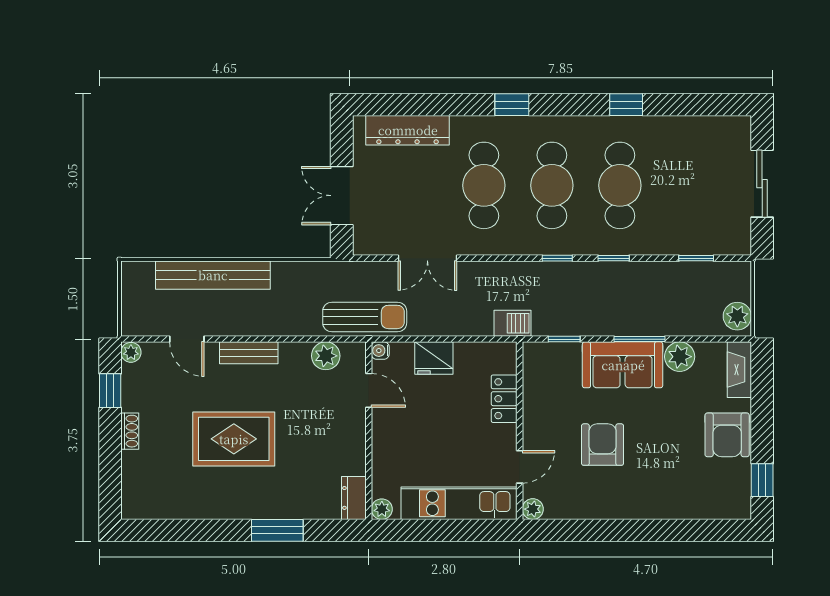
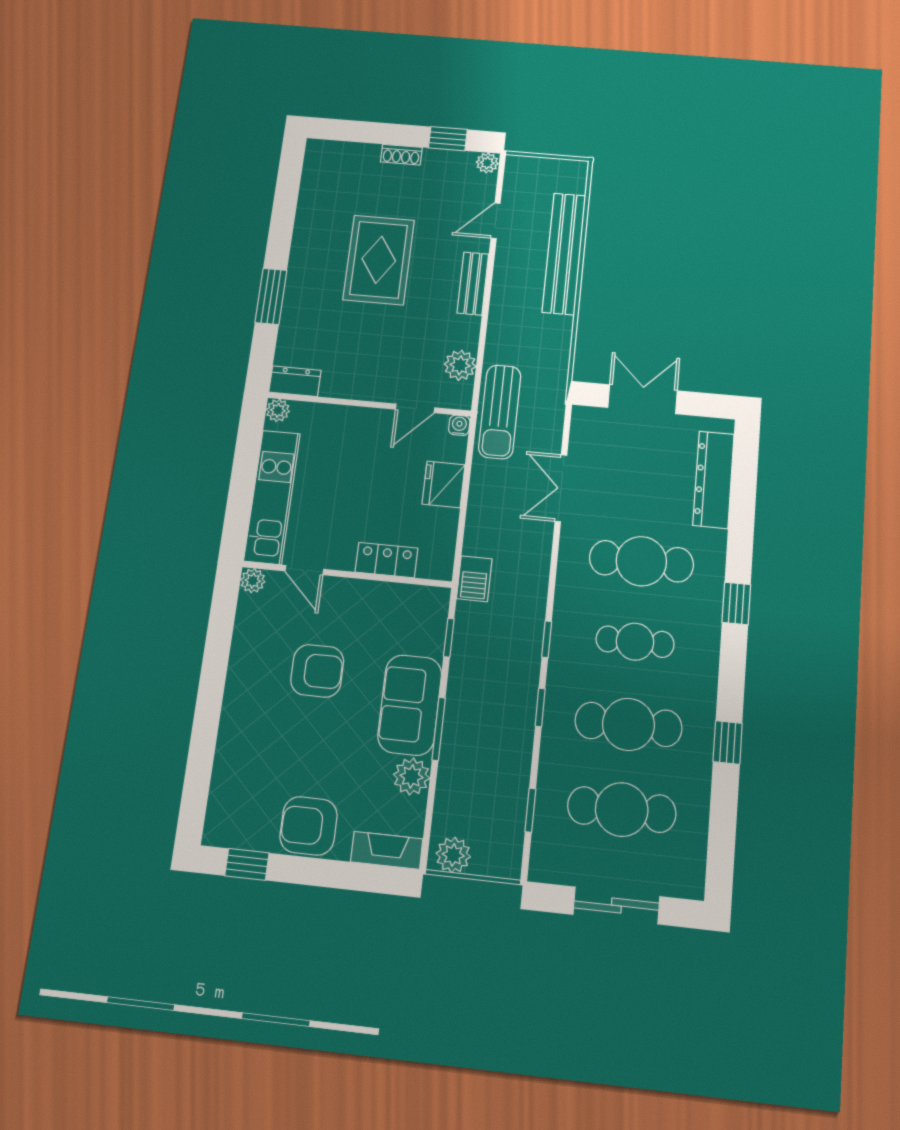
cafe table: (552, 185) -> (635, 642), width x0.73, depth x0.74
cafe table: (688, 185) -> (622, 810), added

